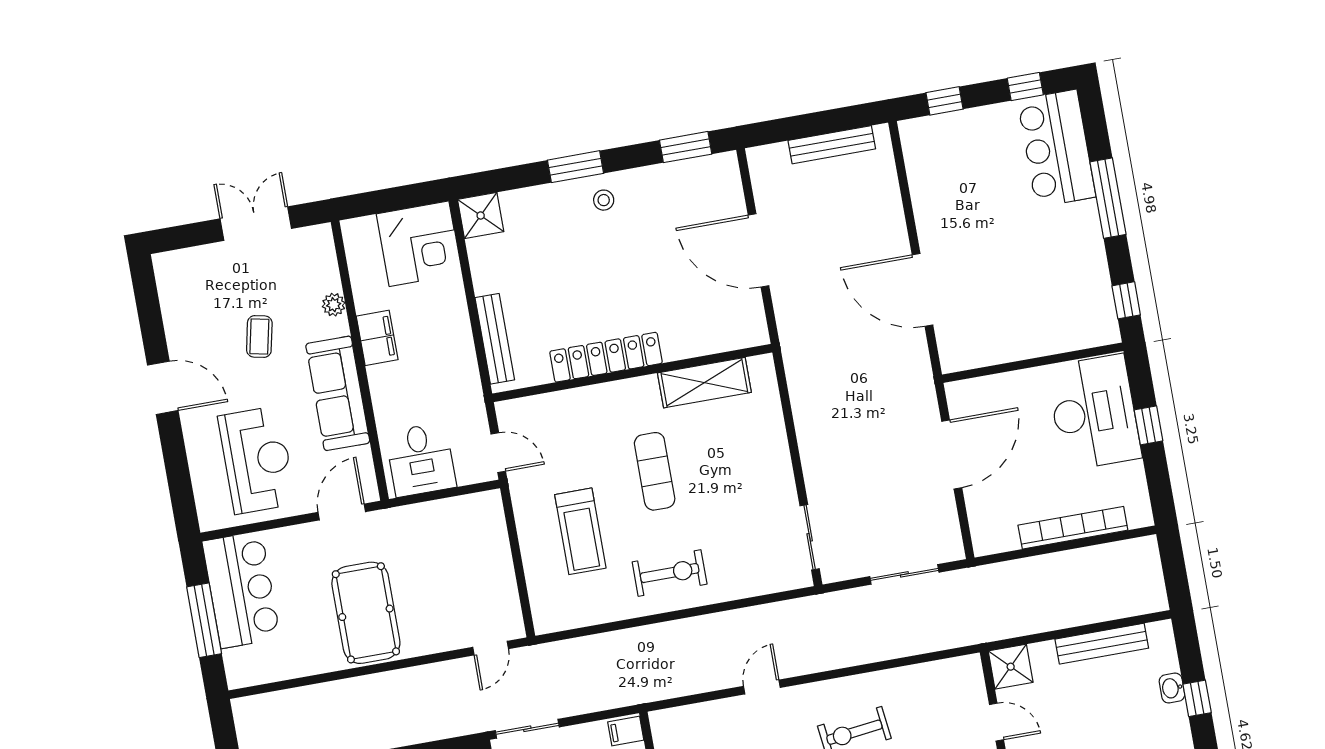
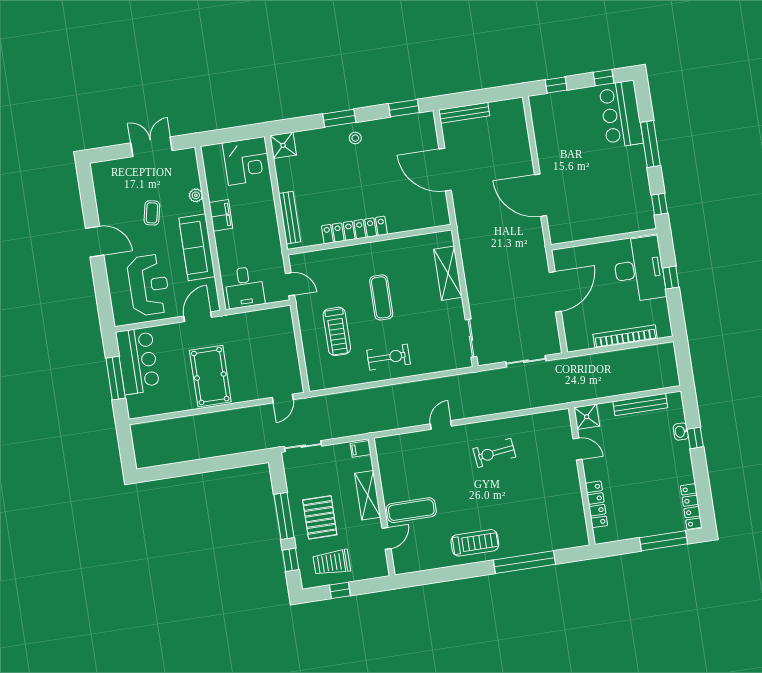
bench: (832, 145) -> (464, 113), moved
shelving: (704, 383) -> (448, 273), moved, turned 90

